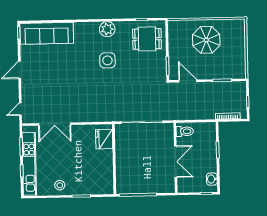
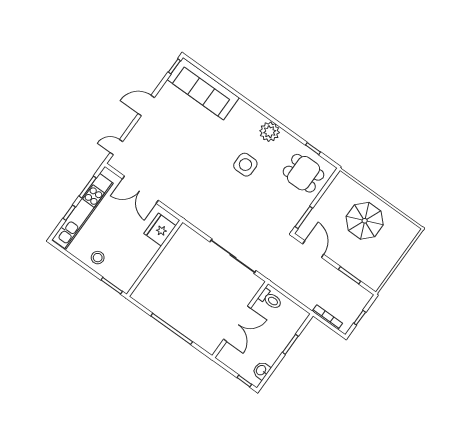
fridge: (104, 139) -> (160, 230), moved
wall: (114, 159) -> (155, 258), moved

